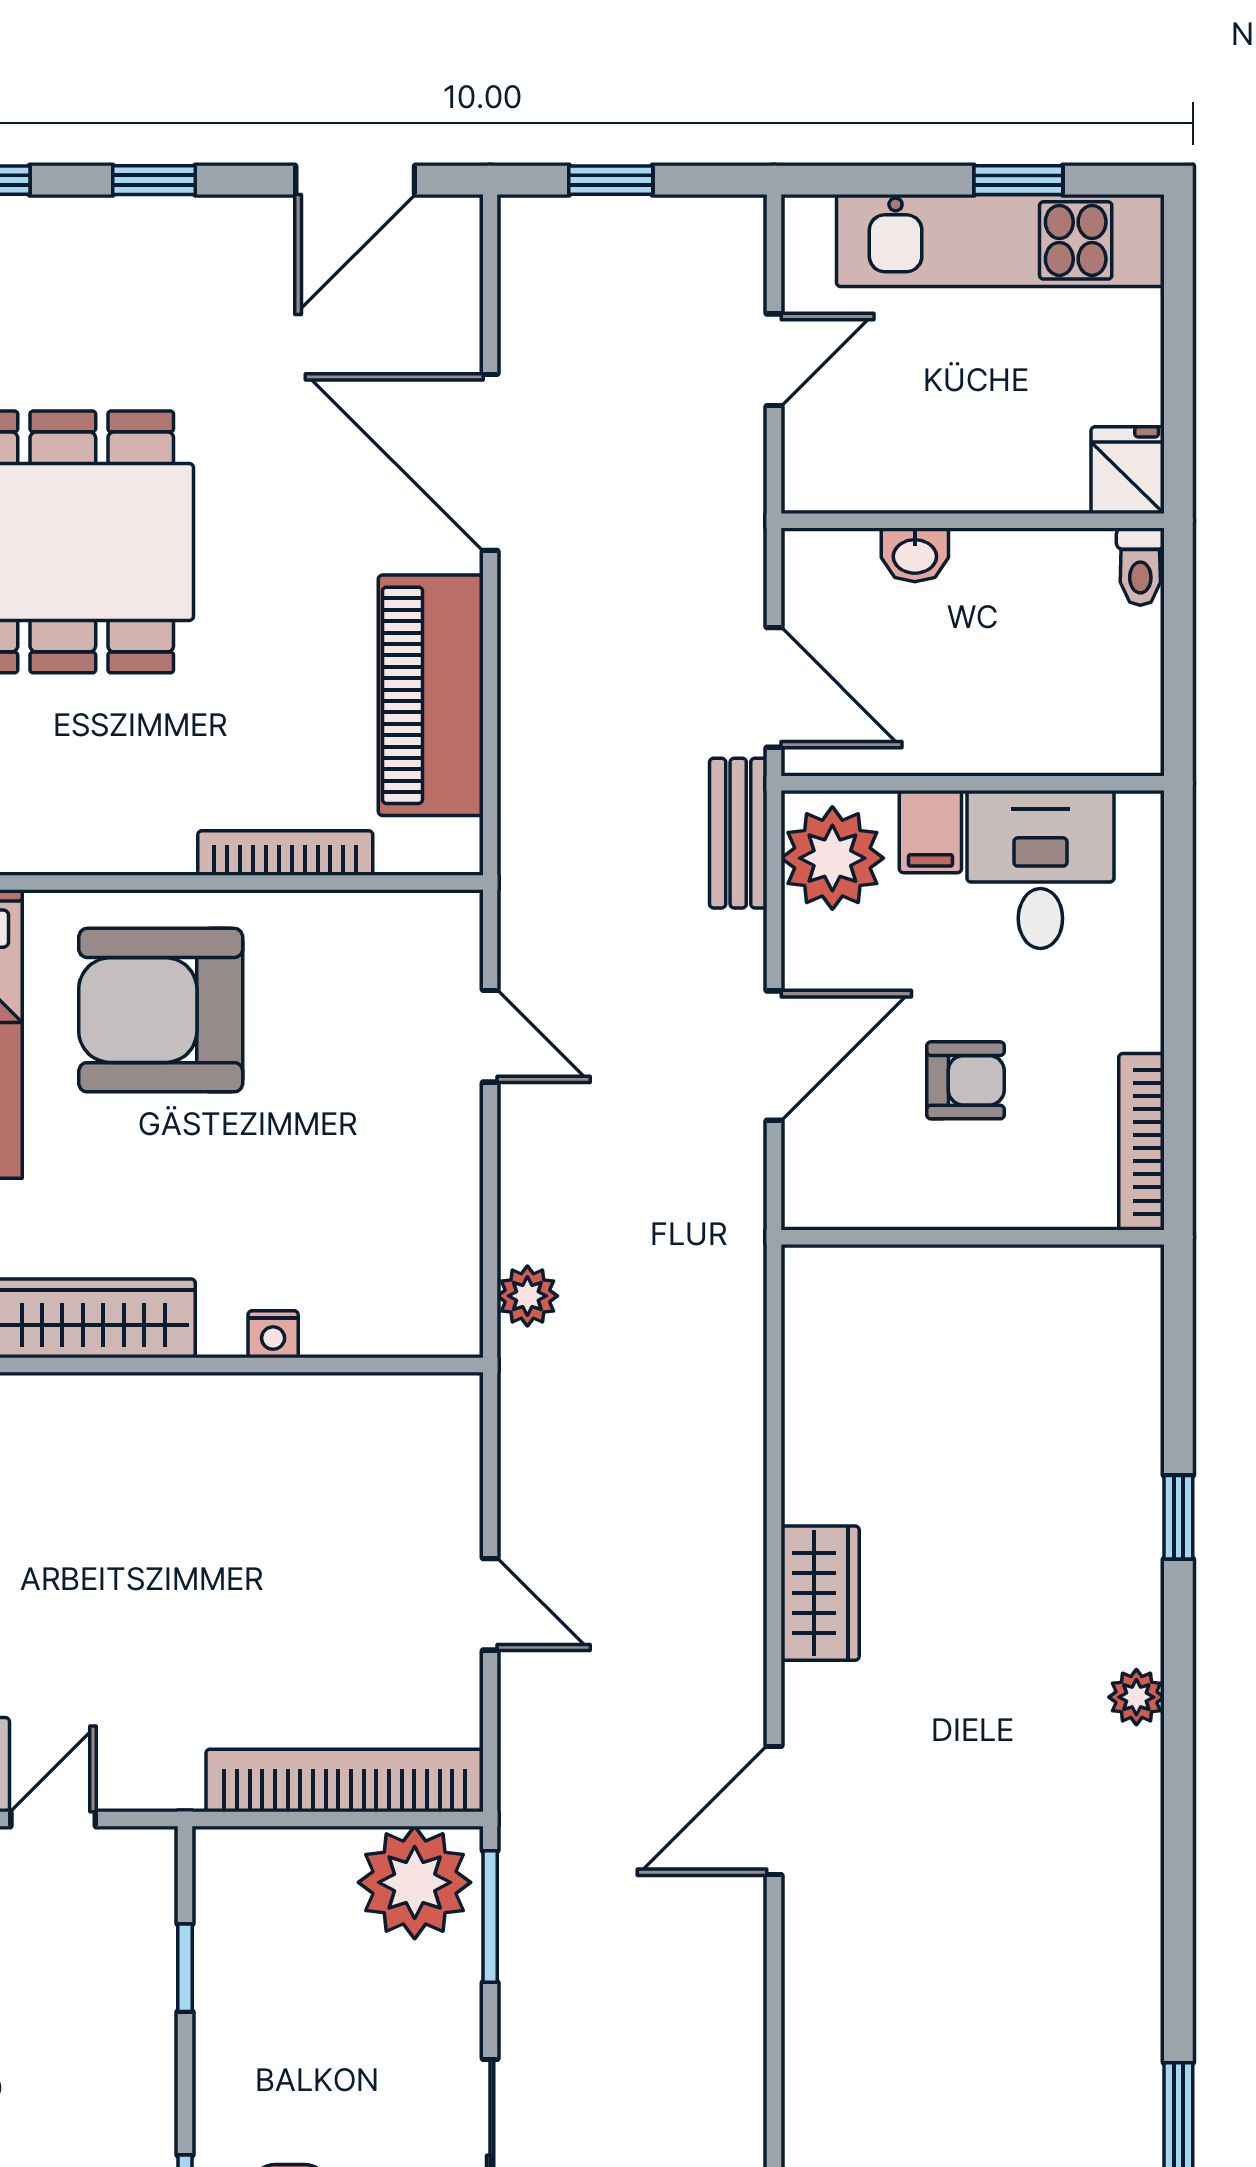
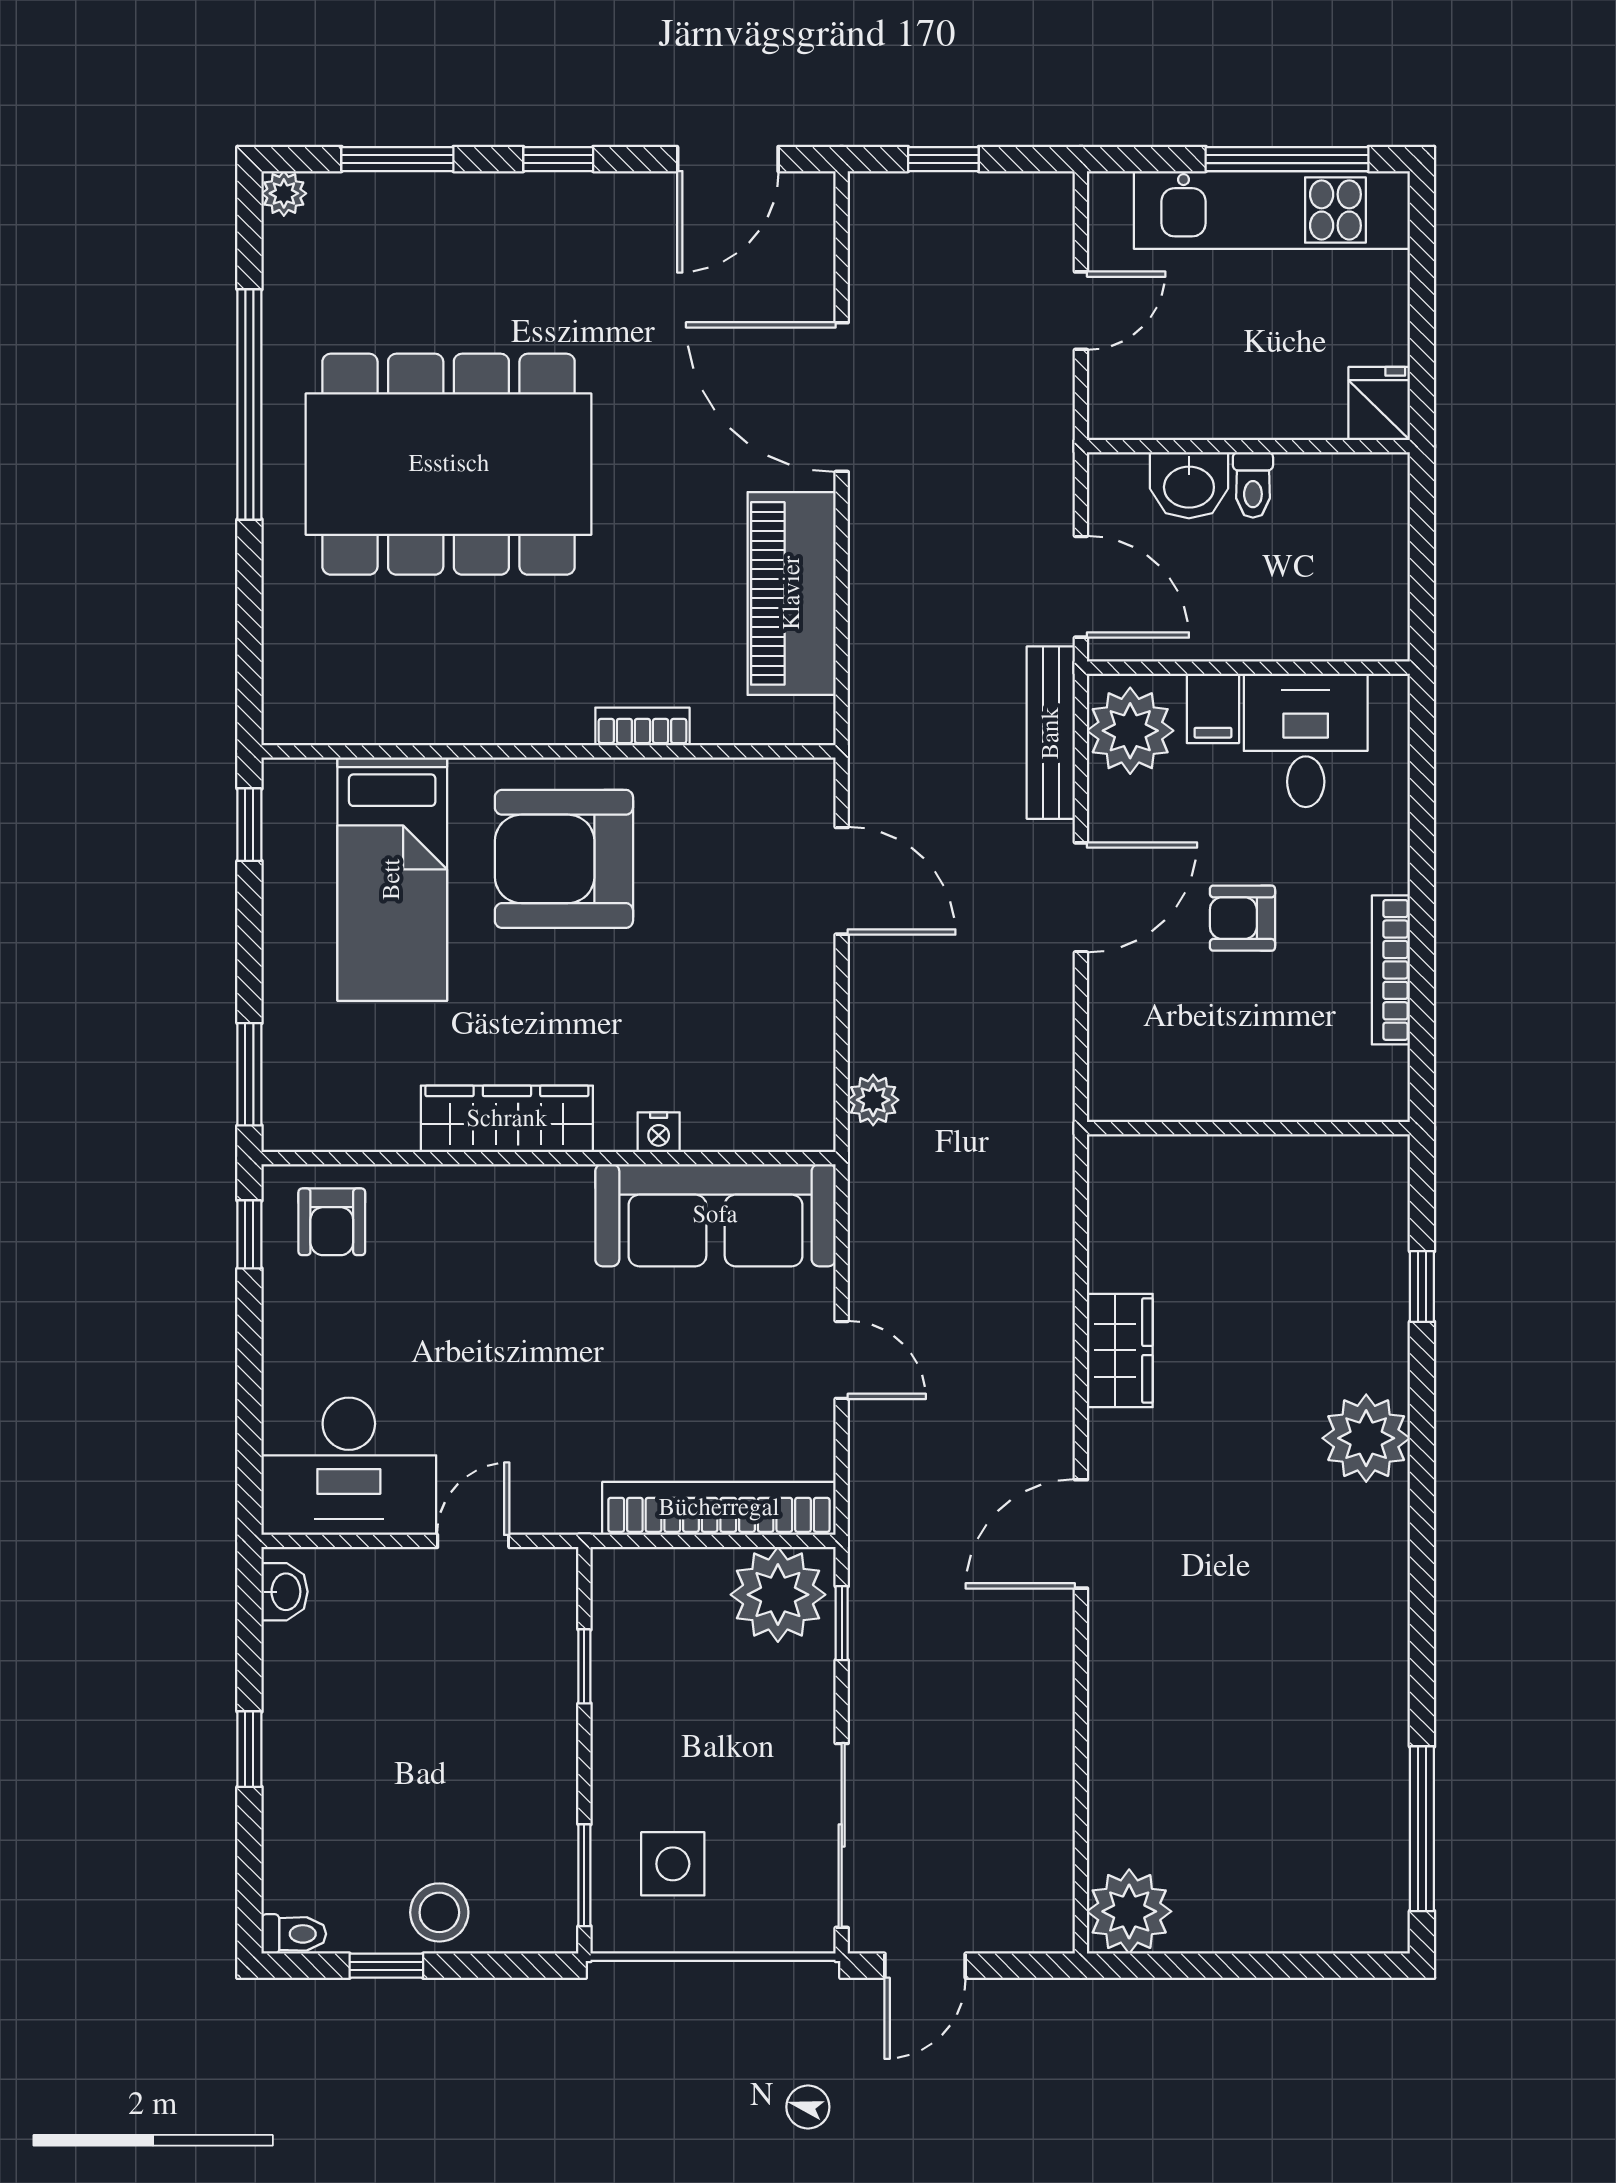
window: (1018, 180) -> (1287, 159), width x2.17
washbasin: (915, 555) -> (1189, 485), width x1.38, depth x1.45
toilet: (1140, 567) -> (1253, 485), moved
bench: (738, 833) -> (1051, 733), width x1.36
bookcase: (285, 853) -> (642, 726), width x0.64
door: (490, 1036) -> (842, 881), width x1.38
armchair: (965, 1080) -> (1242, 918), turned 180
wall: (973, 1237) -> (1248, 1128), moved
sofa: (340, 1433) -> (715, 1215), added
plant: (1136, 1697) -> (1366, 1438), width x1.88, depth x1.88
window: (490, 1917) -> (842, 1623), width x0.67

